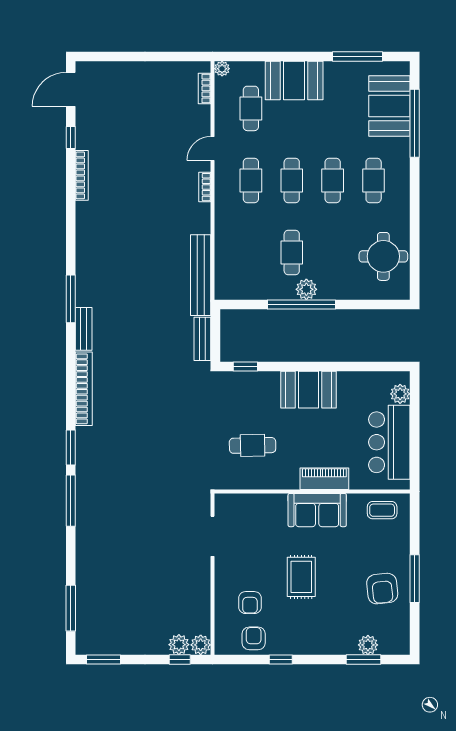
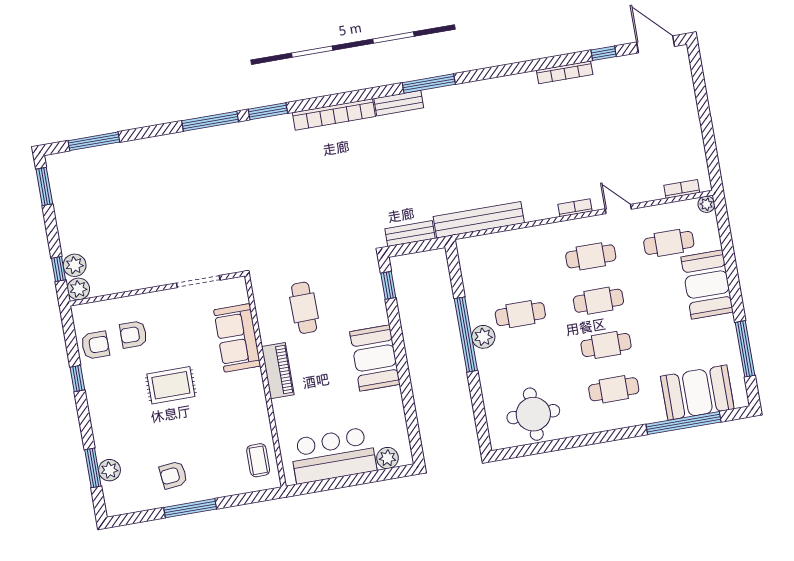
piano: (324, 479) -> (278, 371), moved
sofa: (317, 510) -> (237, 338), moved
armchair: (382, 589) -> (173, 475), width x0.72, depth x0.72

